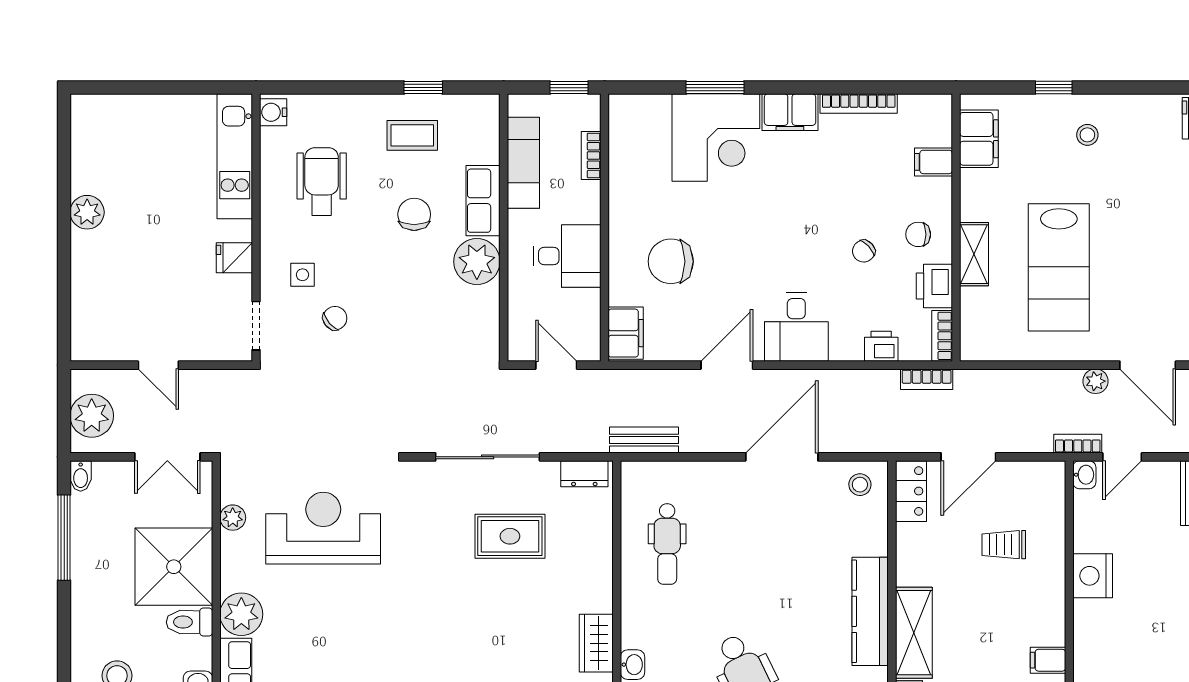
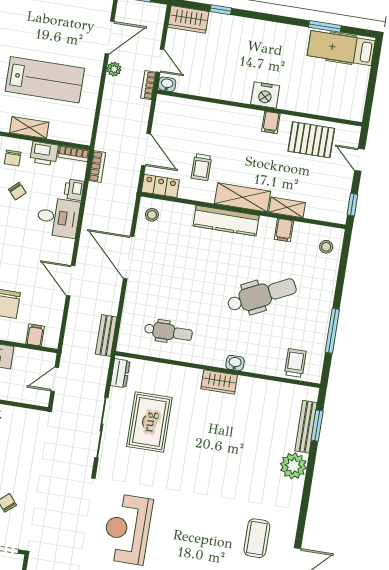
desk: (796, 327) -> (58, 217), moved
filing cabinet: (626, 333) -> (35, 335), width x0.50
rug: (510, 536) -> (149, 422), width x1.36, depth x1.43
trolley: (1004, 545) -> (201, 167), moved
nightstand: (1093, 576) -> (265, 95), moved

